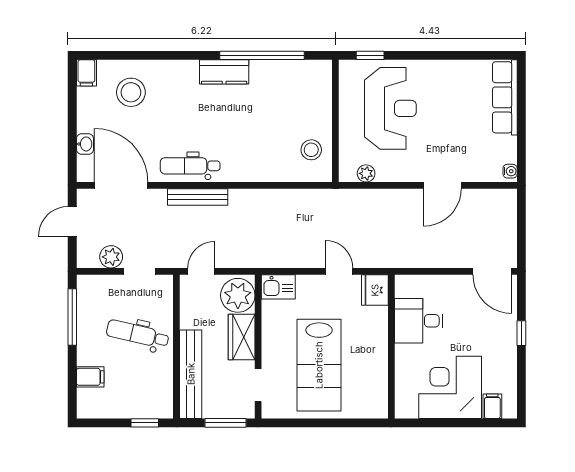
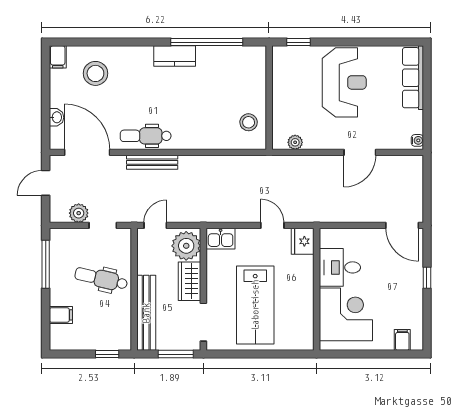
reception desk: (390, 108) -> (344, 82), moved
doorway: (258, 385) -> (203, 322), width x1.38
corner desk: (450, 387) -> (346, 314), moved, turned 90

